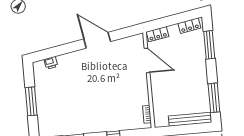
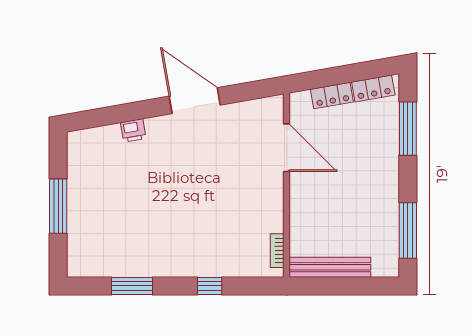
locker: (157, 34) -> (332, 96), moved
printer: (51, 63) -> (133, 130), moved
bench: (190, 119) -> (330, 267), moved

